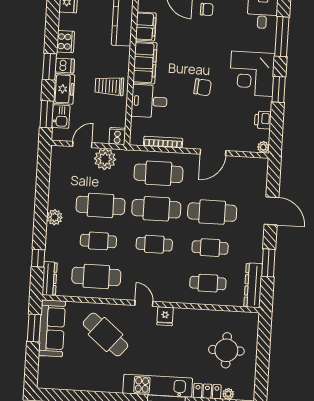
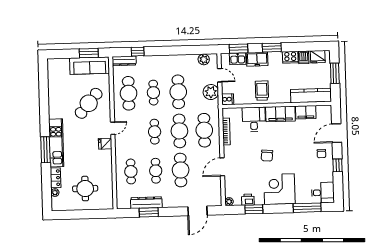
dishwasher: (65, 66) -> (304, 57), moved
window: (279, 89) -> (254, 209), moved
door: (213, 152) -> (222, 167), hinge flipped
door: (272, 211) -> (198, 211), moved
plant: (54, 217) -> (204, 59), moved
dresser: (253, 285) -> (146, 203), moved

